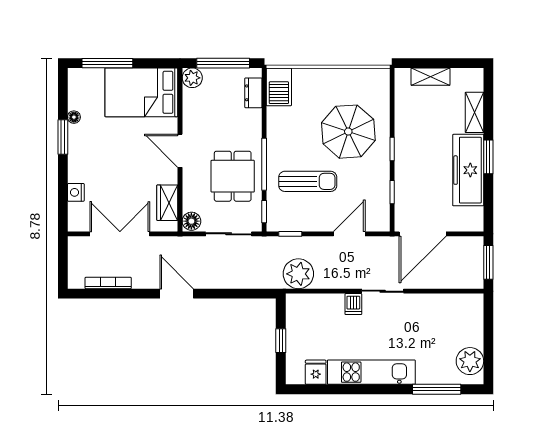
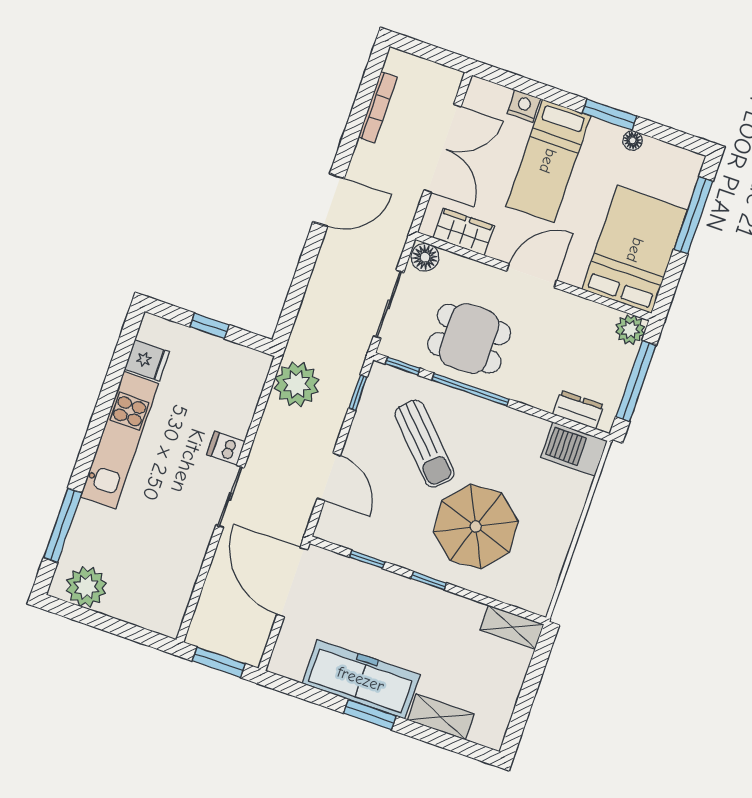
shelving: (430, 77) -> (512, 627), moved, turned 90
bed: (105, 165) -> (548, 161), added
sun lounger: (308, 181) -> (424, 444), turned -44

